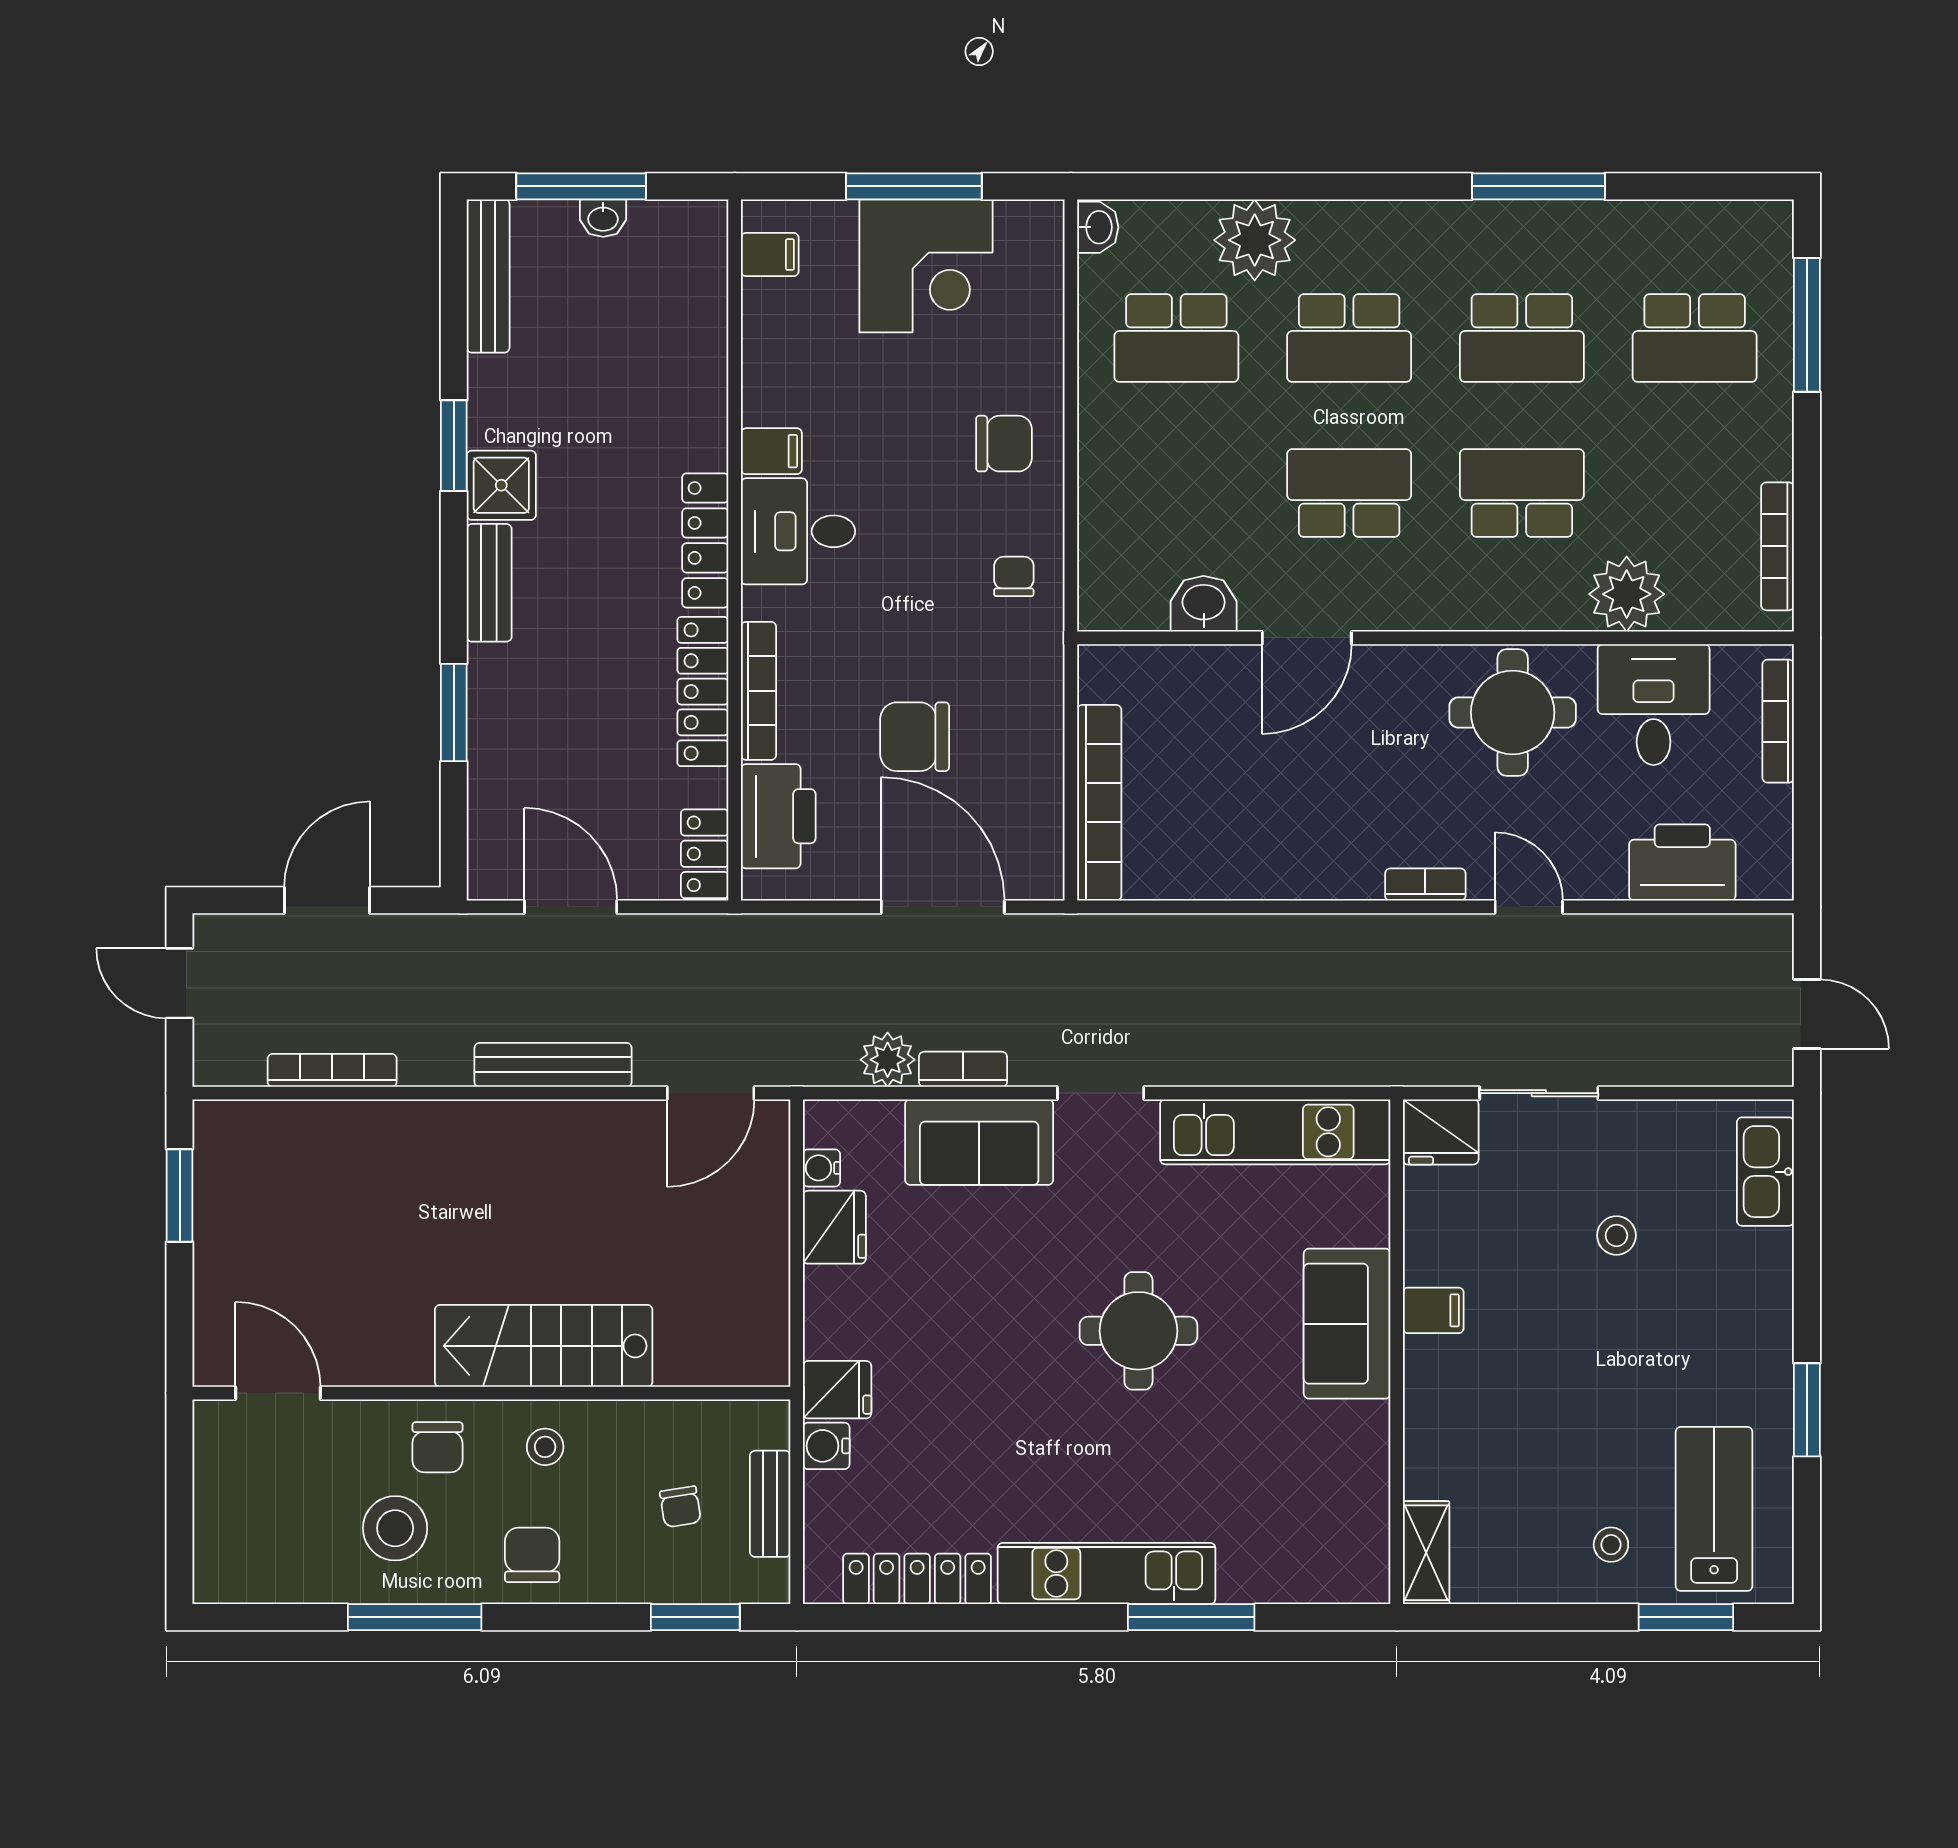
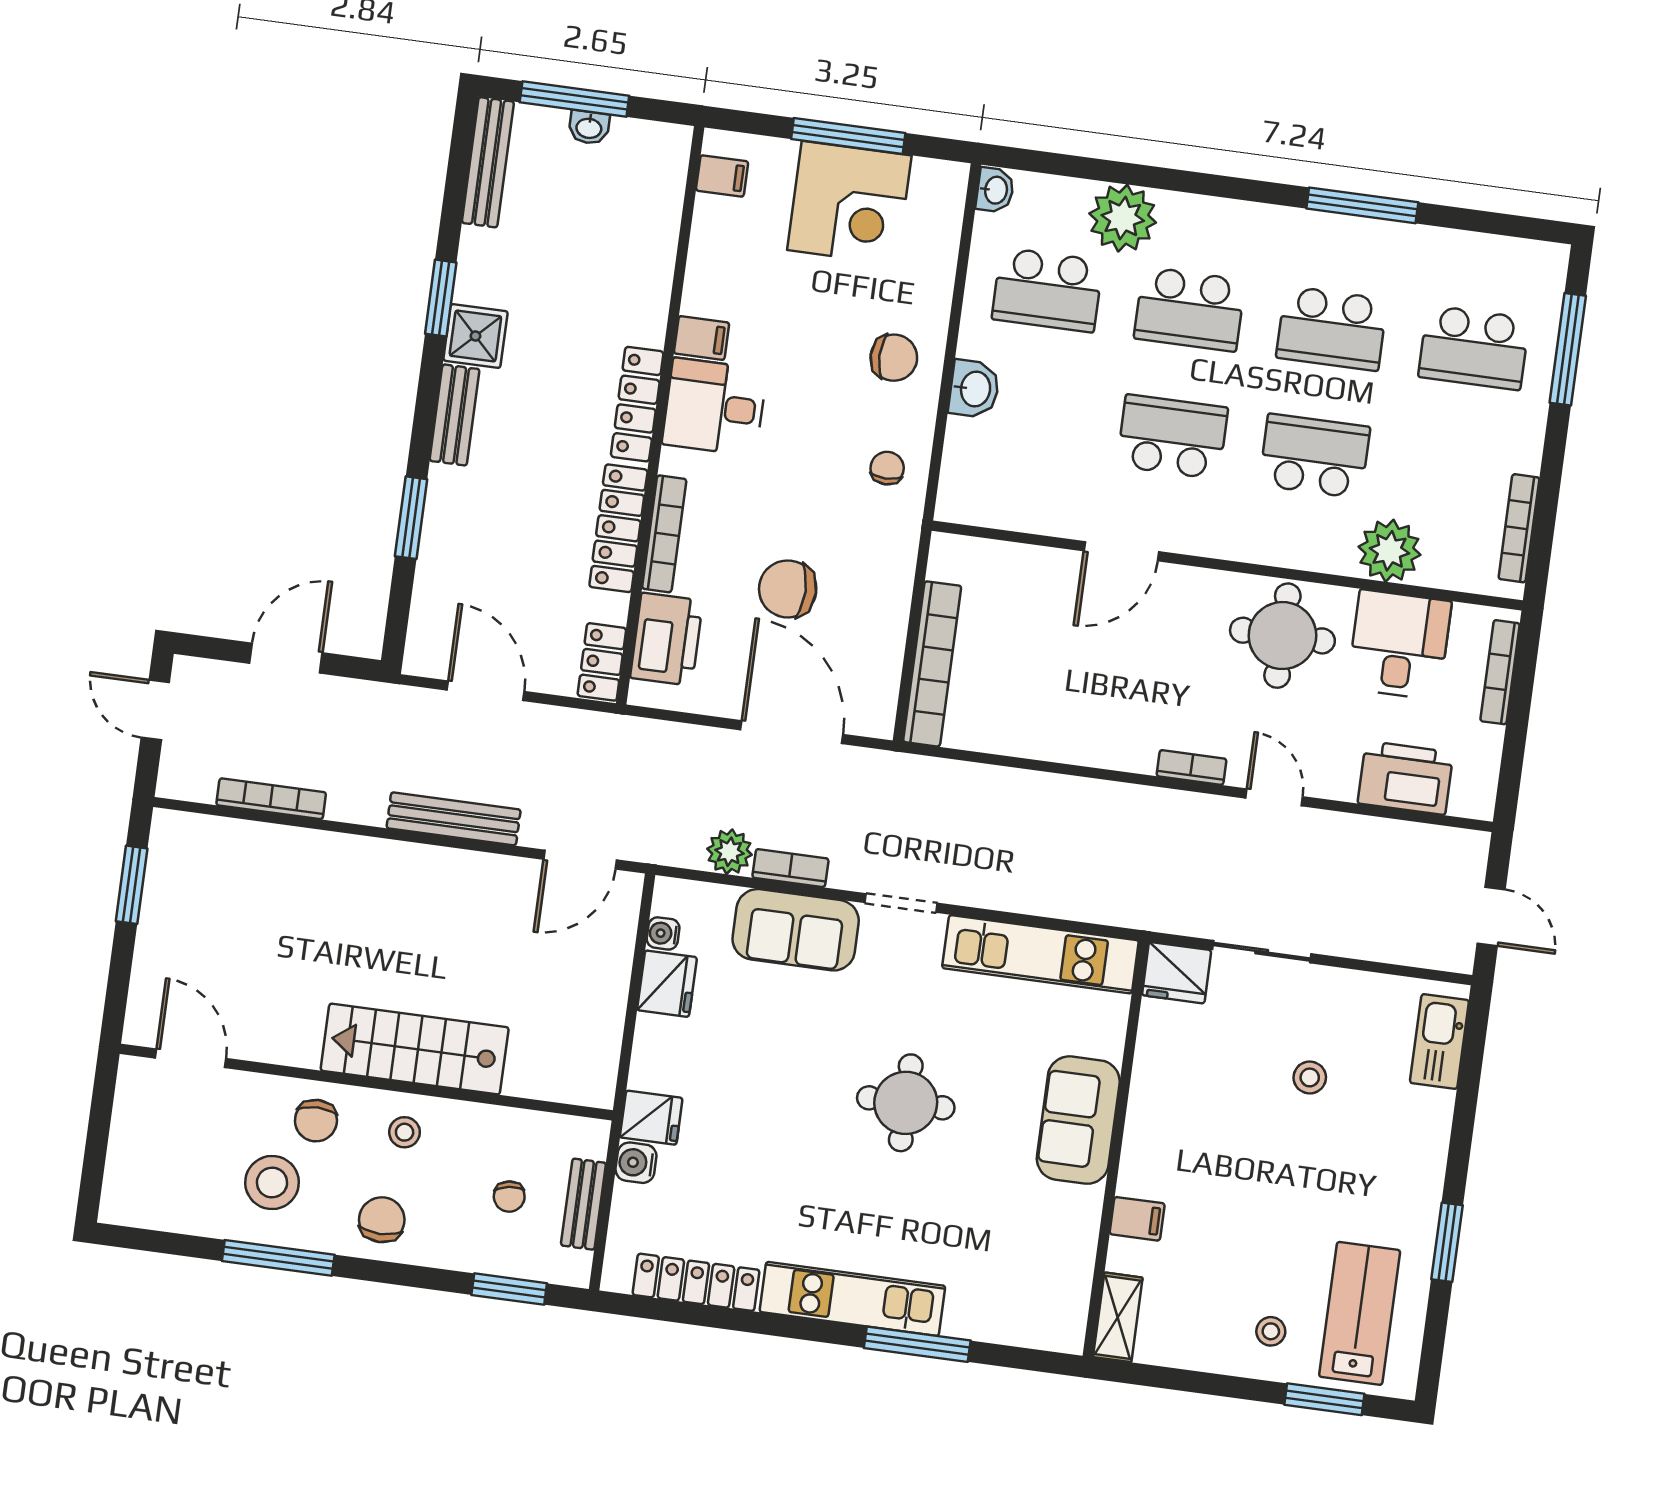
washbasin: (1204, 604) -> (974, 389), moved, turned 90
filing cabinet: (1433, 1310) -> (1137, 1219), moved

